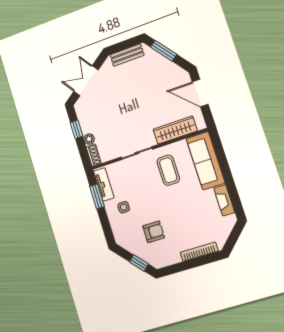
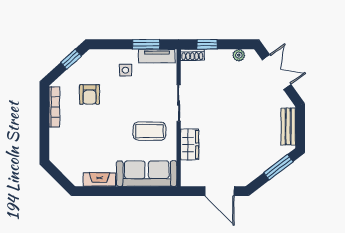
door: (200, 93) -> (219, 191), swing flipped
window: (76, 129) -> (207, 44), moved
wardrobe: (175, 130) -> (190, 144), width x0.67
plant: (89, 139) -> (239, 55), moved
bookcase: (199, 252) -> (54, 107), moved
window: (139, 263) -> (71, 59), moved

